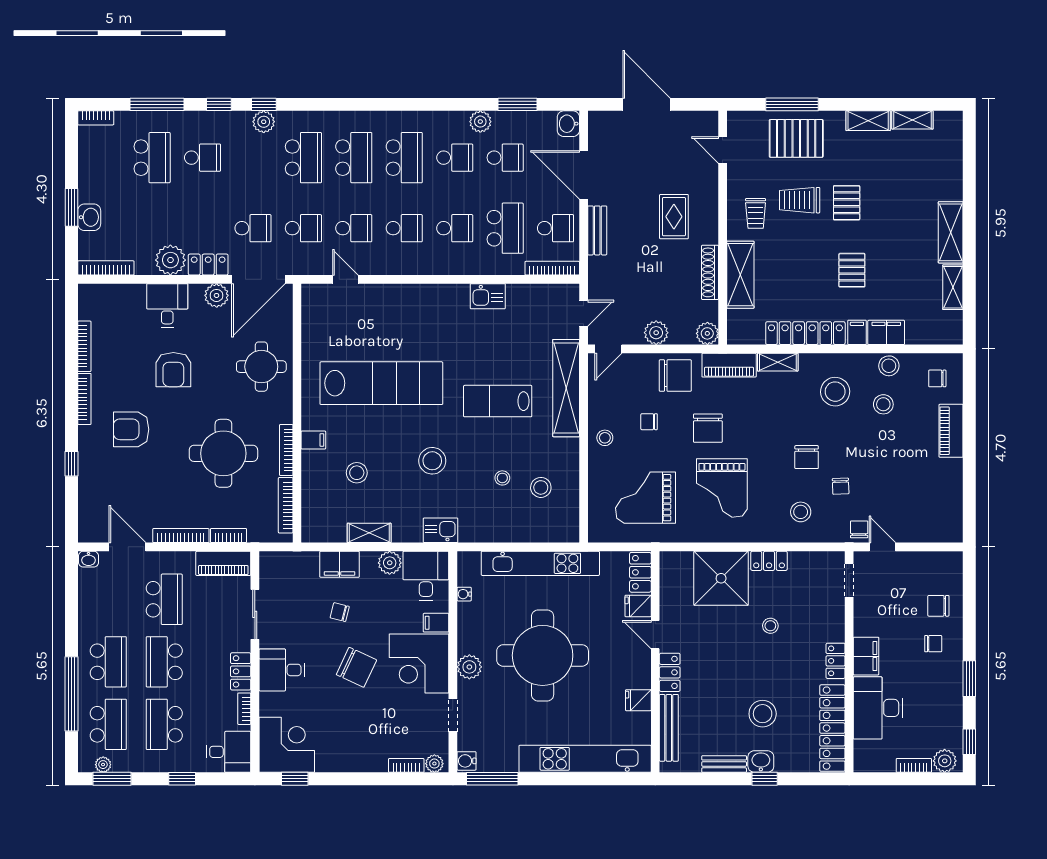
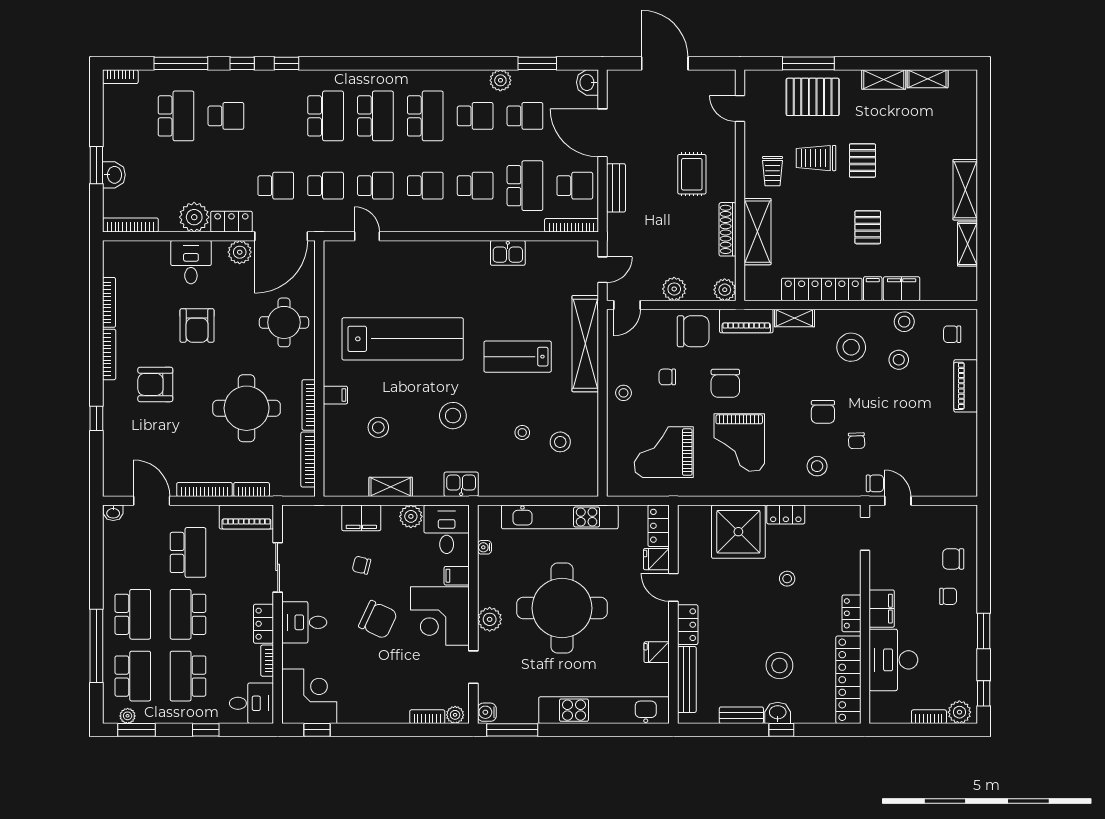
plant: (264, 122) -> (286, 80), removed
chair: (859, 529) -> (875, 483), turned 90

